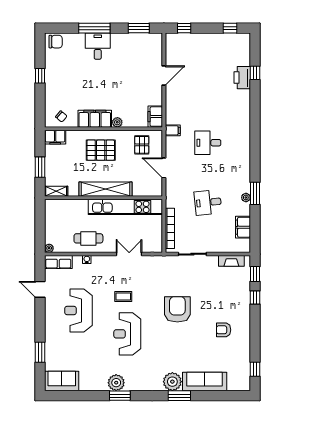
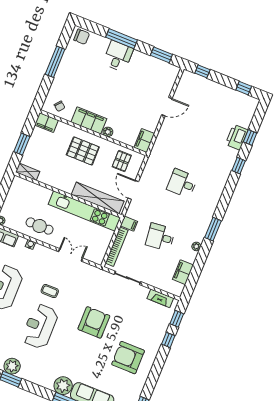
window: (40, 76) -> (55, 62), width x2.17
window: (255, 104) -> (239, 166), added
filing cabinet: (173, 130) -> (129, 224), moved
shelving: (105, 189) -> (98, 198), moved
window: (255, 193) -> (213, 229), moved
armchair: (224, 330) -> (128, 358), width x1.88, depth x1.88

